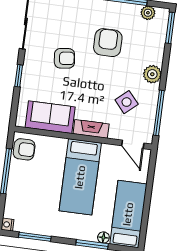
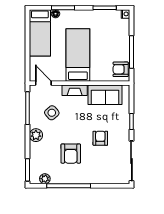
armchair: (64, 58) -> (100, 138), turned 97

